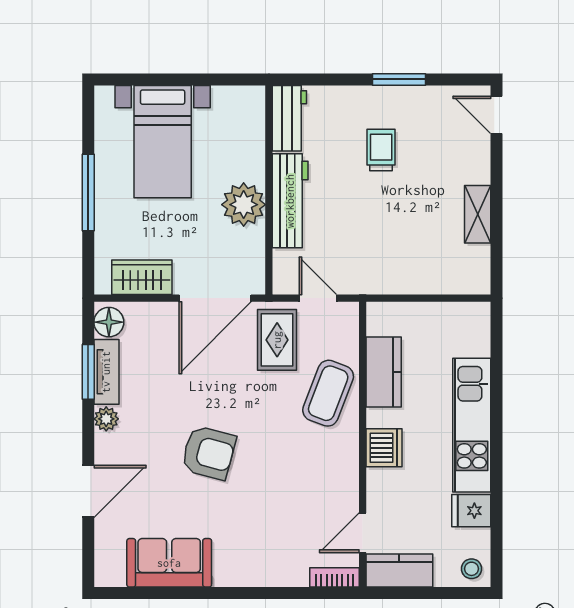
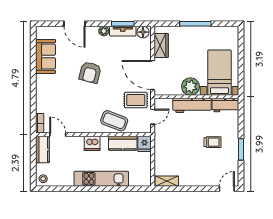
bed with nightstands: (163, 142) -> (219, 73), moved, turned 90
shelving: (478, 214) -> (167, 181), moved
fridge: (471, 511) -> (144, 144), moved, turned 180

